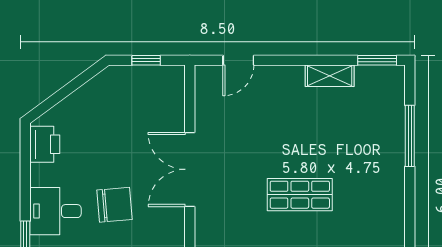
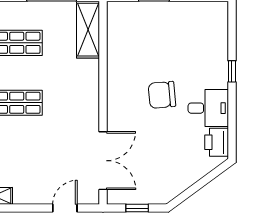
double door: (190, 169) -> (103, 161), moved
desk: (55, 211) -> (208, 108), moved

